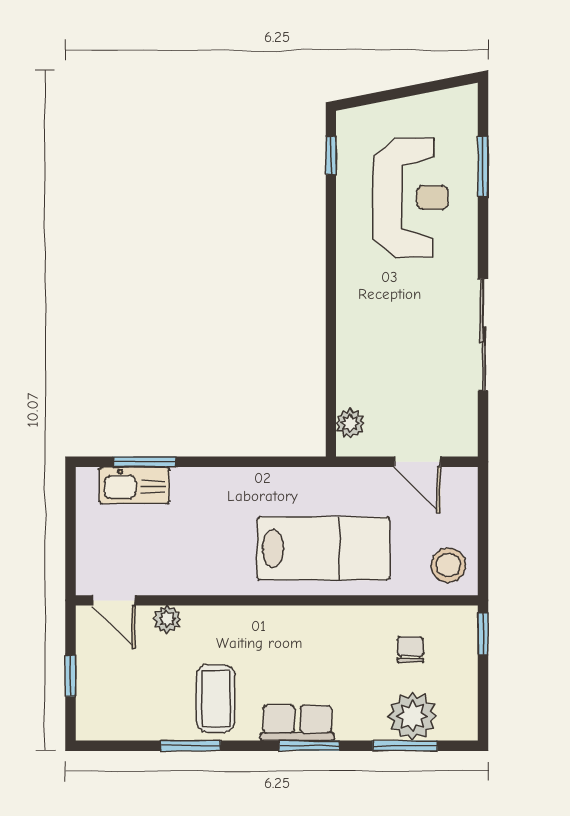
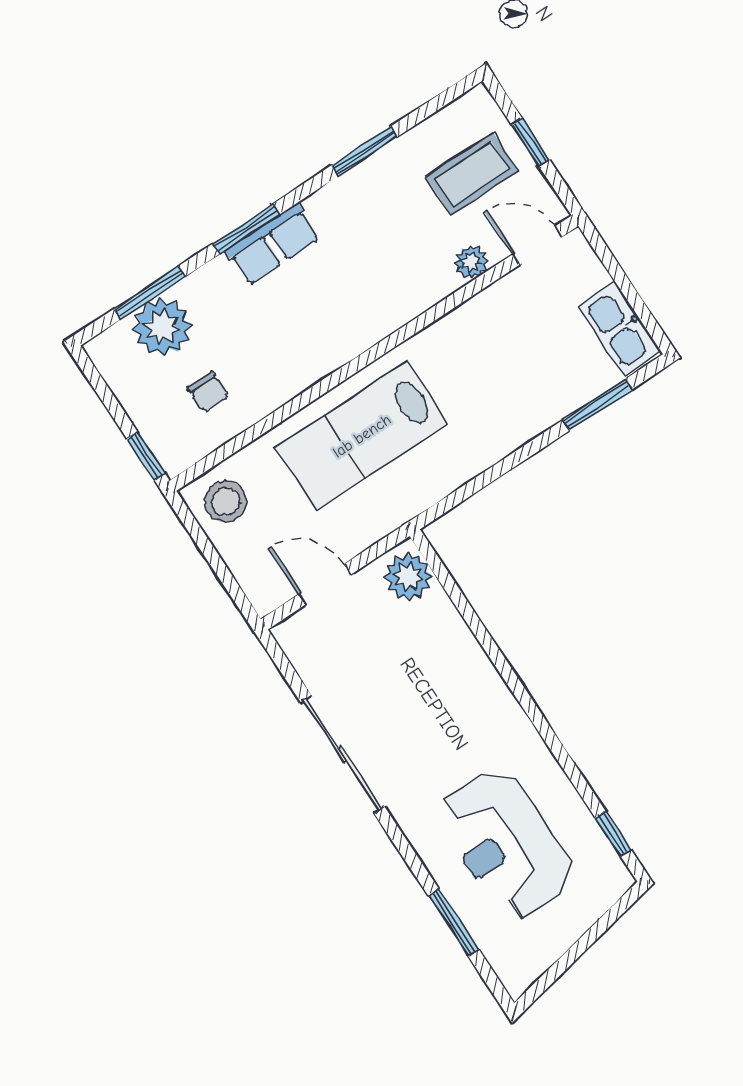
plant: (350, 423) -> (408, 577), width x1.38, depth x1.38
kitchen sink: (134, 485) -> (620, 329), moved, turned -90
coffee table: (216, 698) -> (472, 174), moved, turned 90

